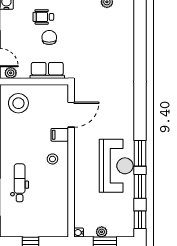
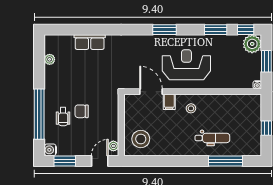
row of seats: (47, 70) -> (90, 42), moved, turned -90
window: (140, 153) -> (164, 30), moved
reception desk: (116, 166) -> (186, 65), moved
dental chair: (20, 183) -> (212, 138), turned 180
plant: (102, 232) -> (252, 44), moved, width x1.88, depth x1.88

